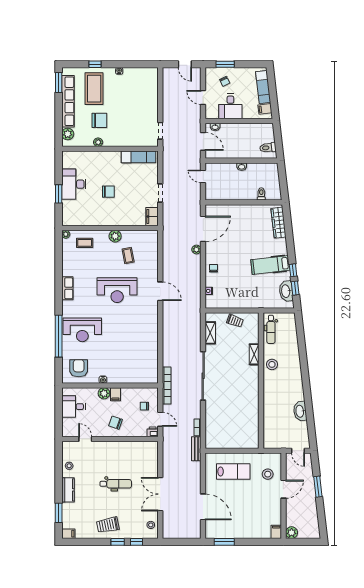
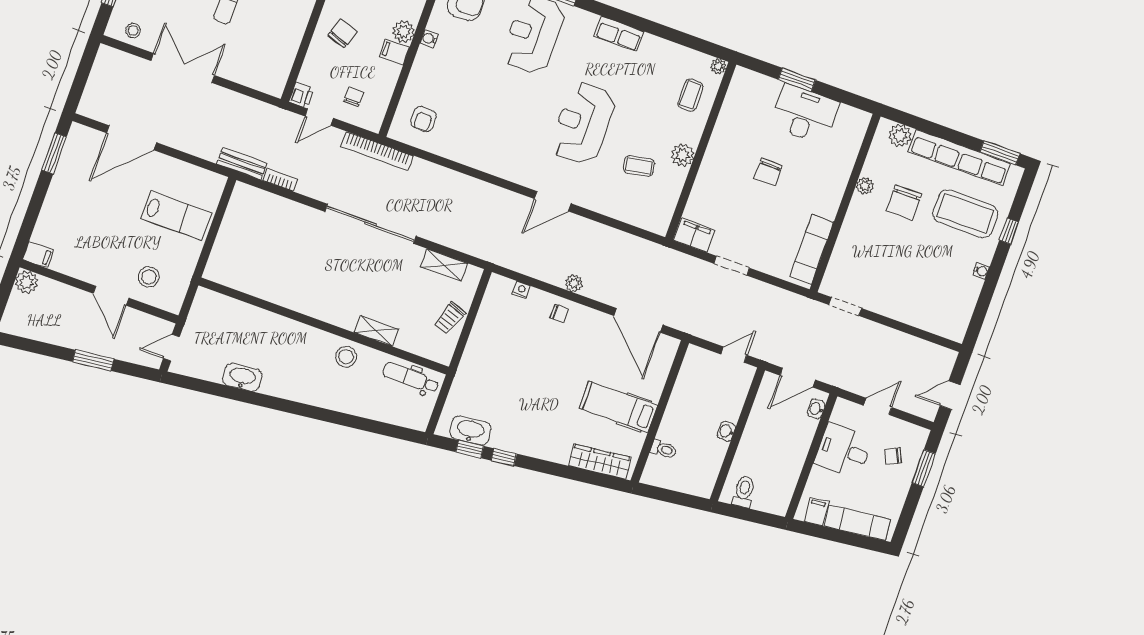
plant: (196, 249) -> (574, 283), moved
hospital bed: (270, 265) -> (618, 407), moved, turned -83
armchair: (143, 368) -> (424, 119), added
lab bench: (233, 471) -> (176, 216), turned -90

